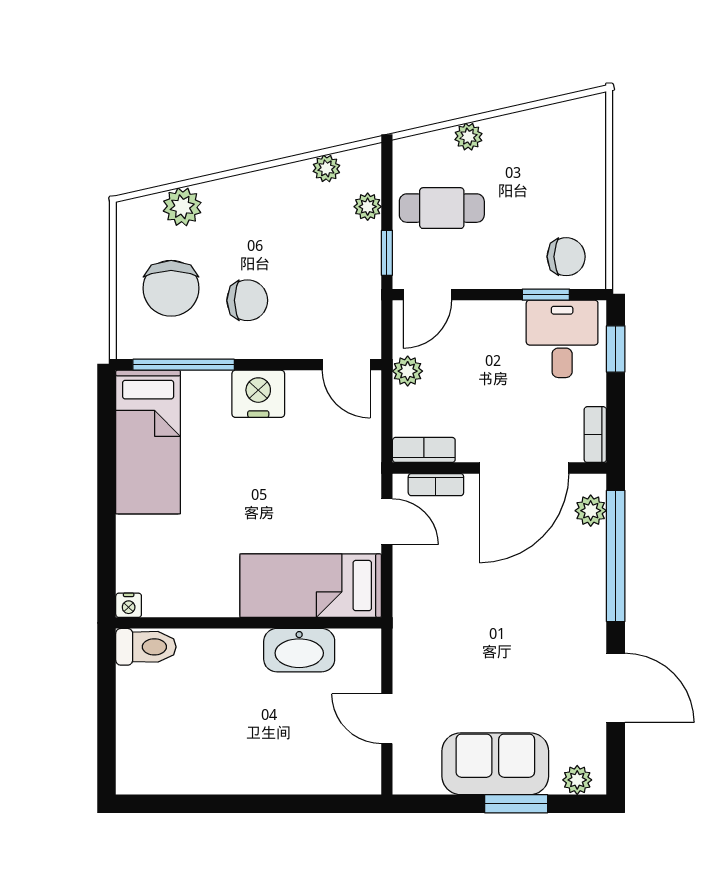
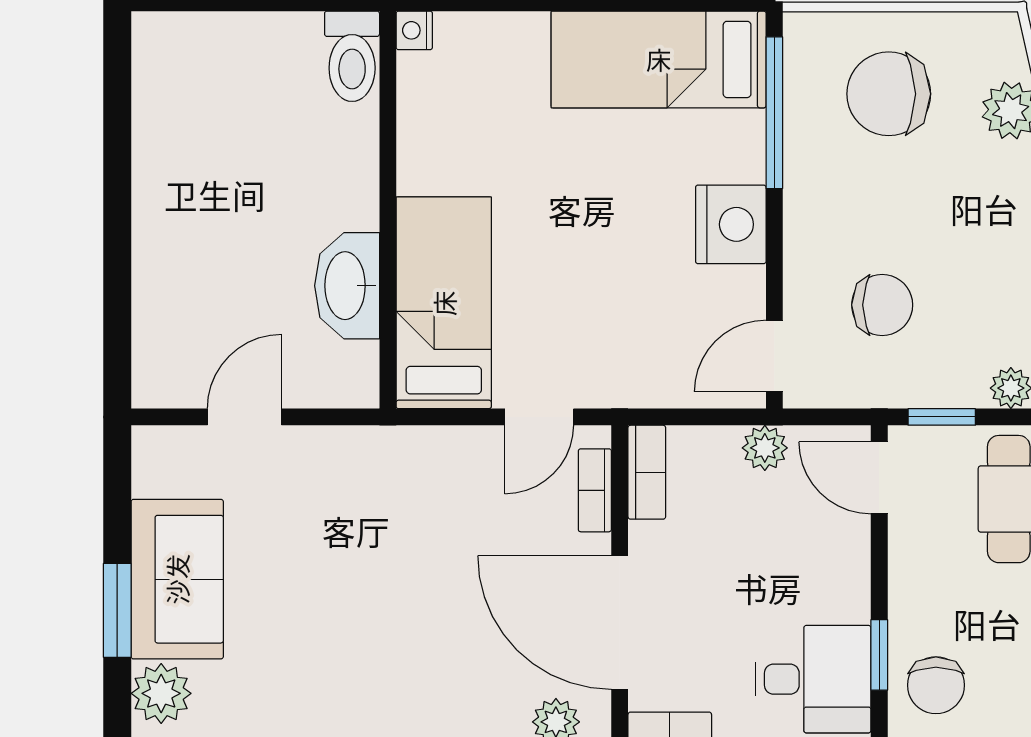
chair: (247, 300) -> (882, 305), moved, turned -90
plant: (577, 780) -> (161, 693), width x1.38, depth x1.38

